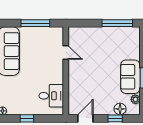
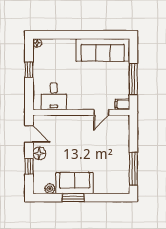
filing cabinet: (59, 33) -> (122, 104), added
floor lamp: (120, 109) -> (39, 153), moved

